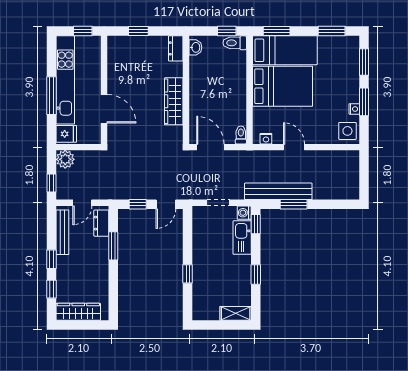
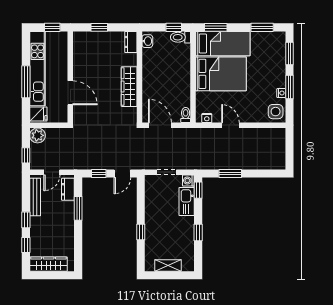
bench: (278, 191) -> (217, 162), removed
shelving: (236, 313) -> (168, 265), moved

